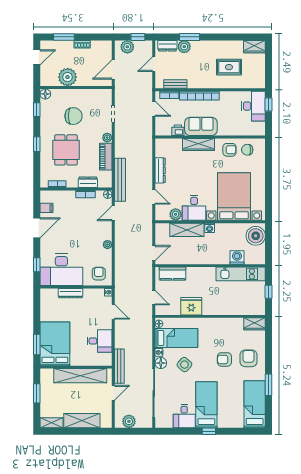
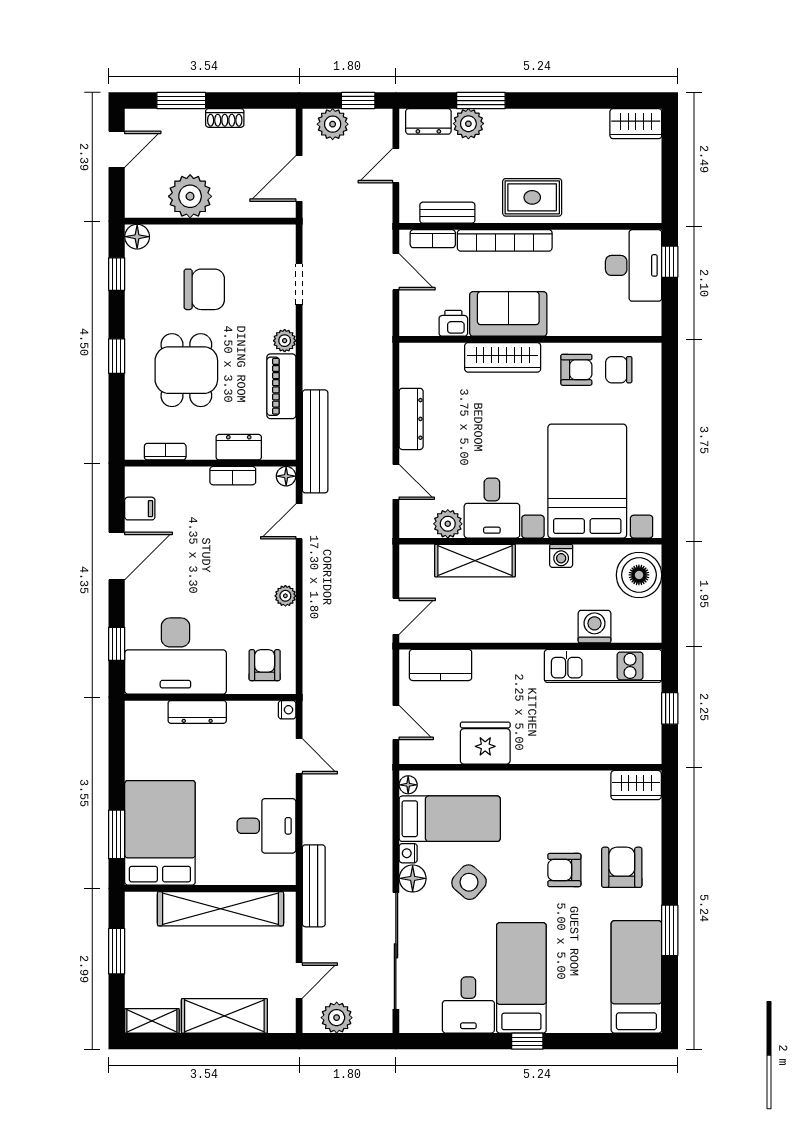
rug: (229, 67) -> (532, 197), moved
washing machine: (210, 228) -> (561, 556), moved
door: (113, 393) -> (299, 980), moved

